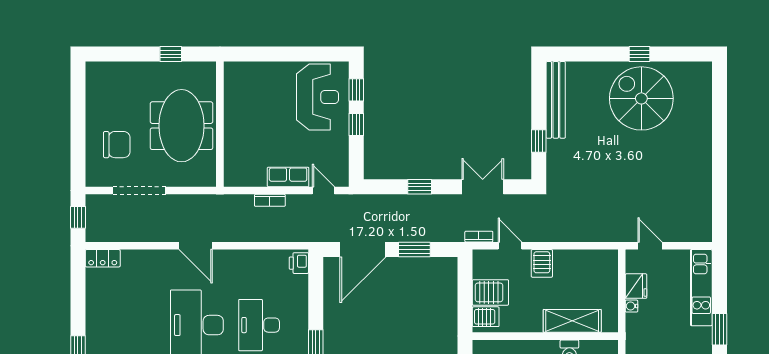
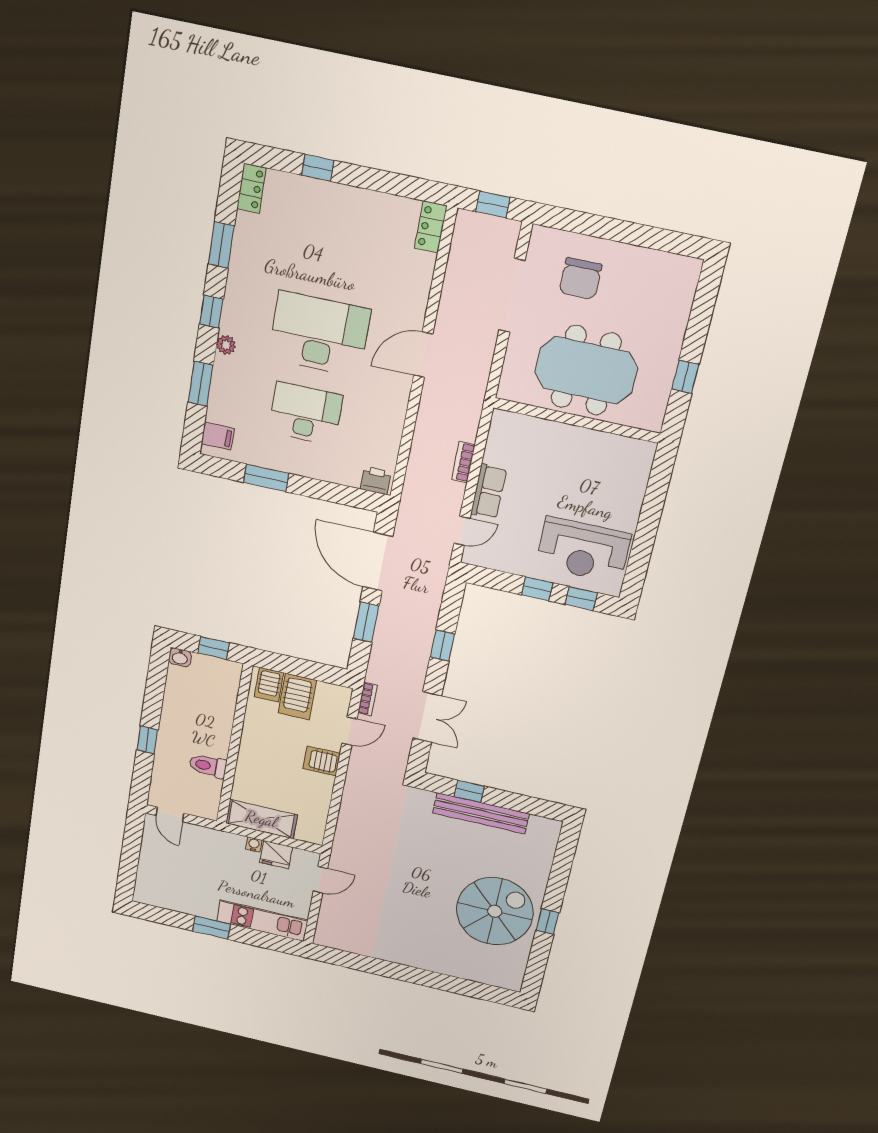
bench: (556, 100) -> (481, 813), moved
shelving: (572, 321) -> (261, 819), moved, turned 90

